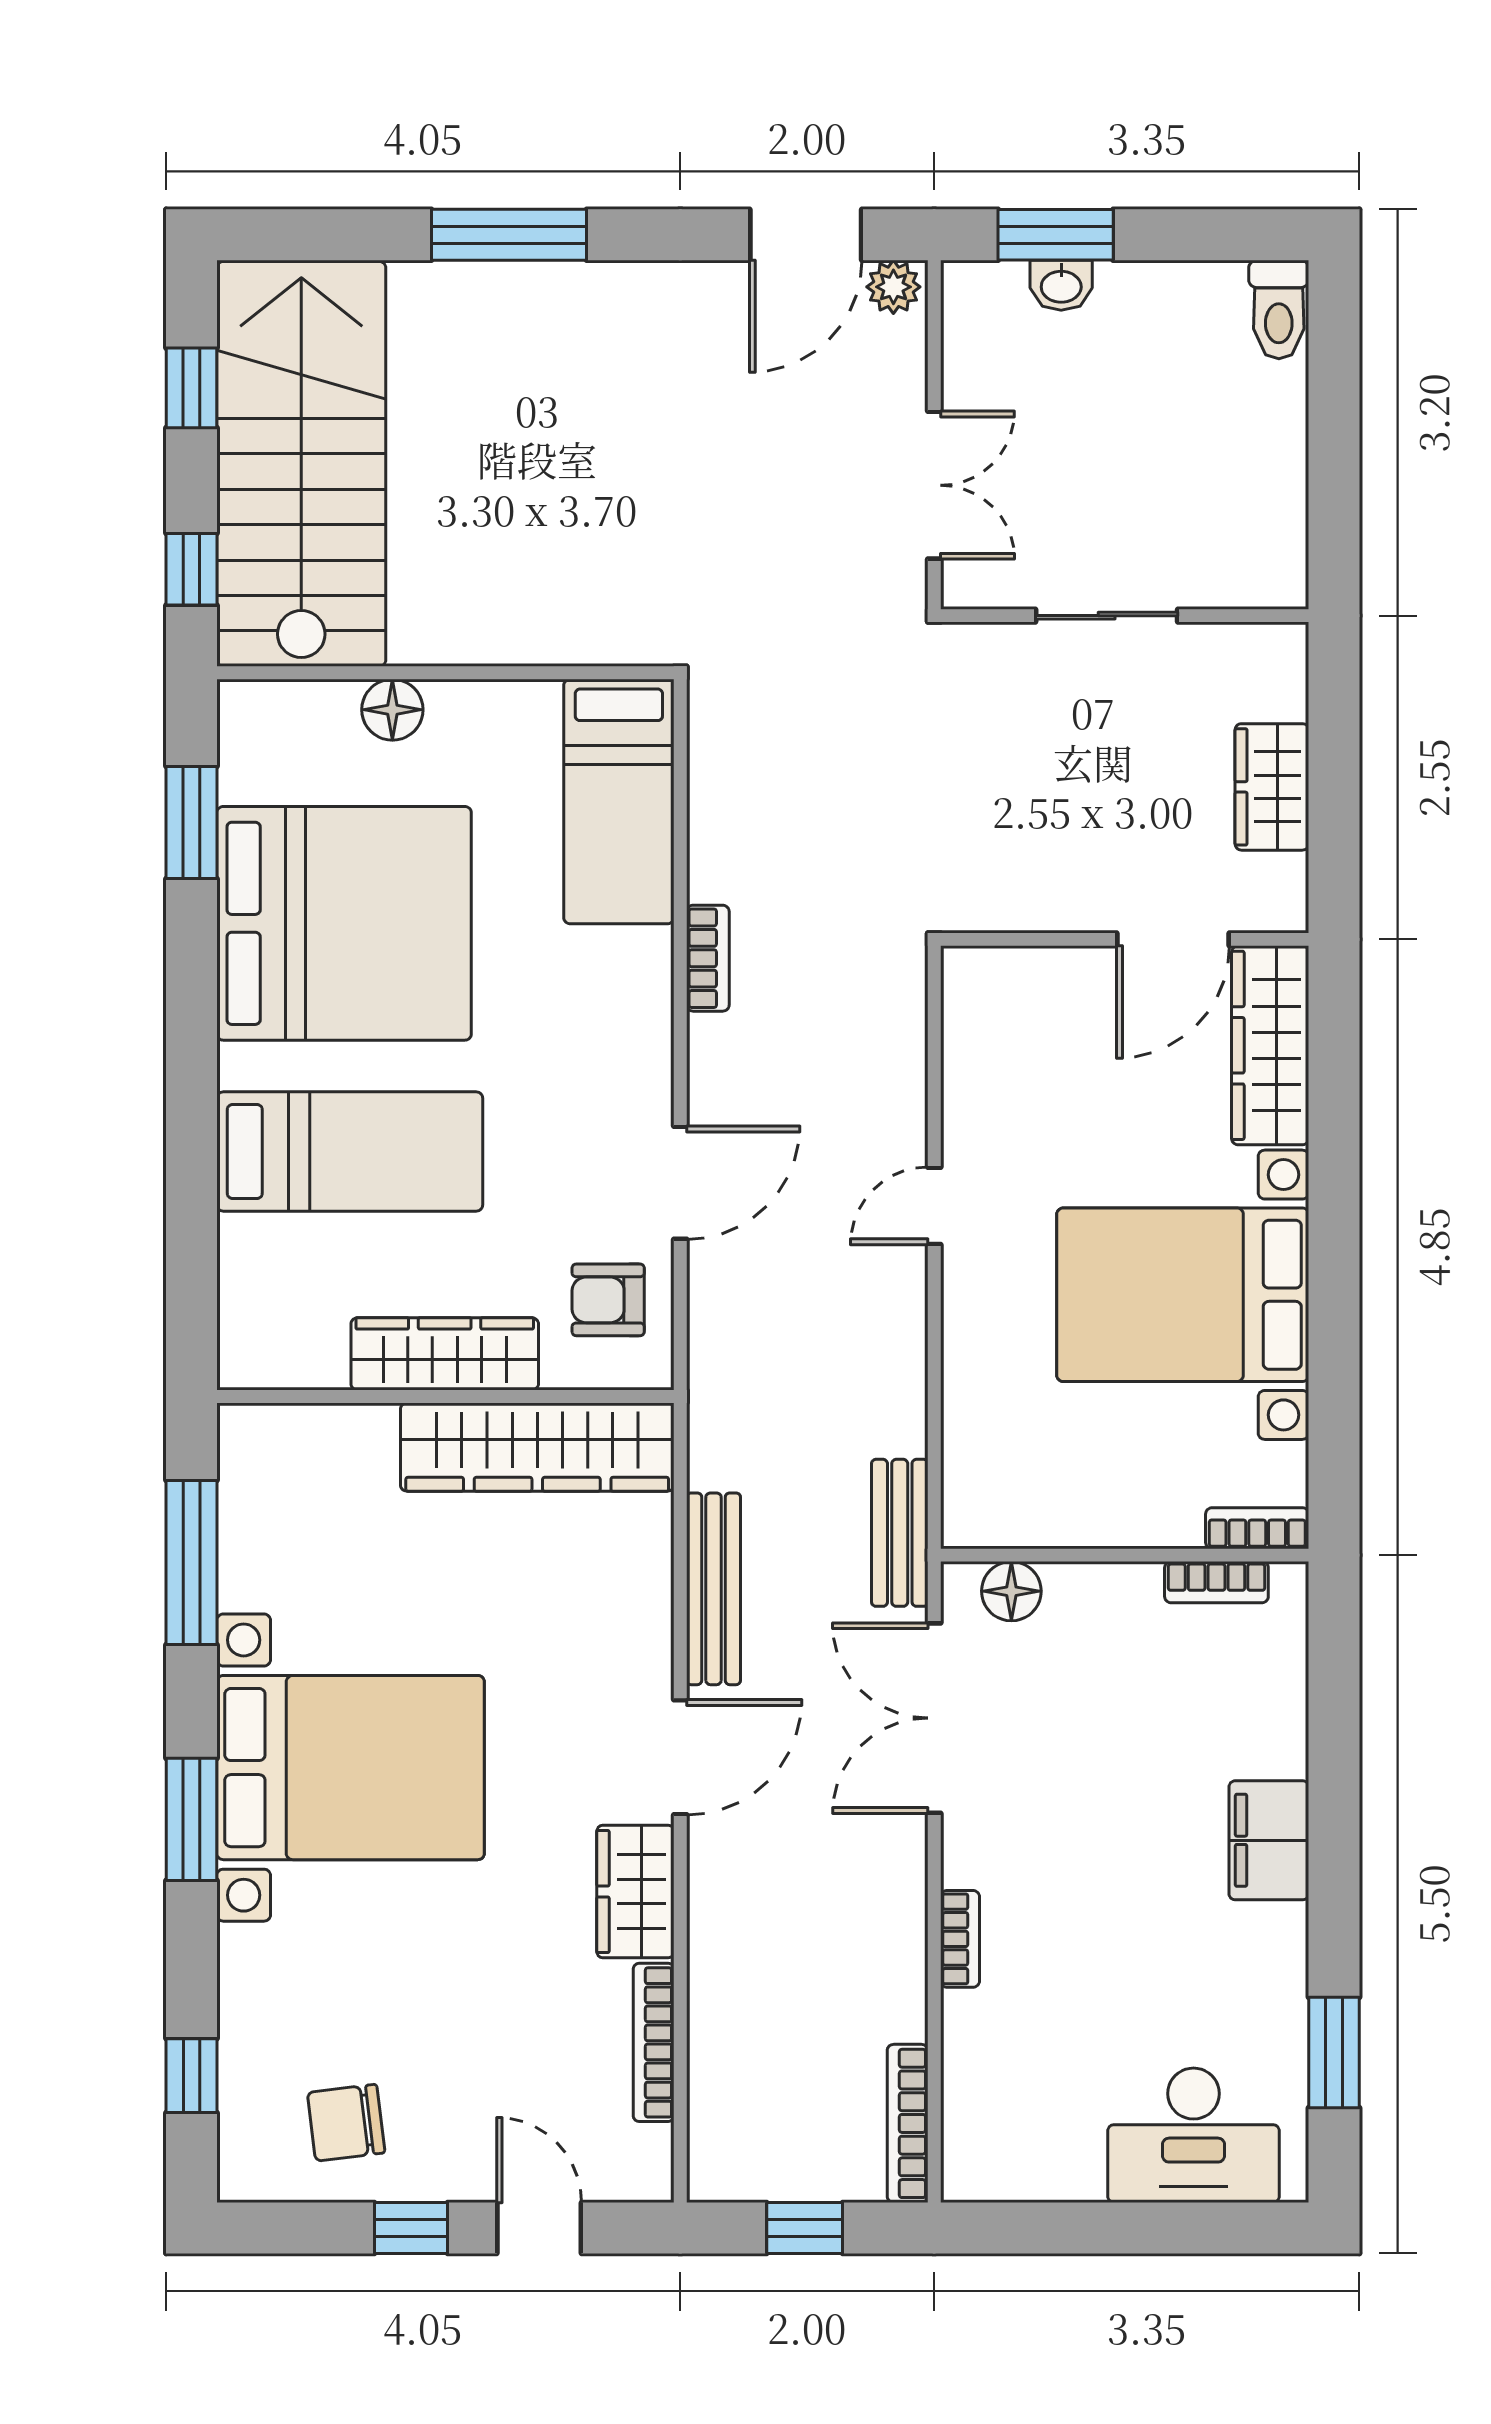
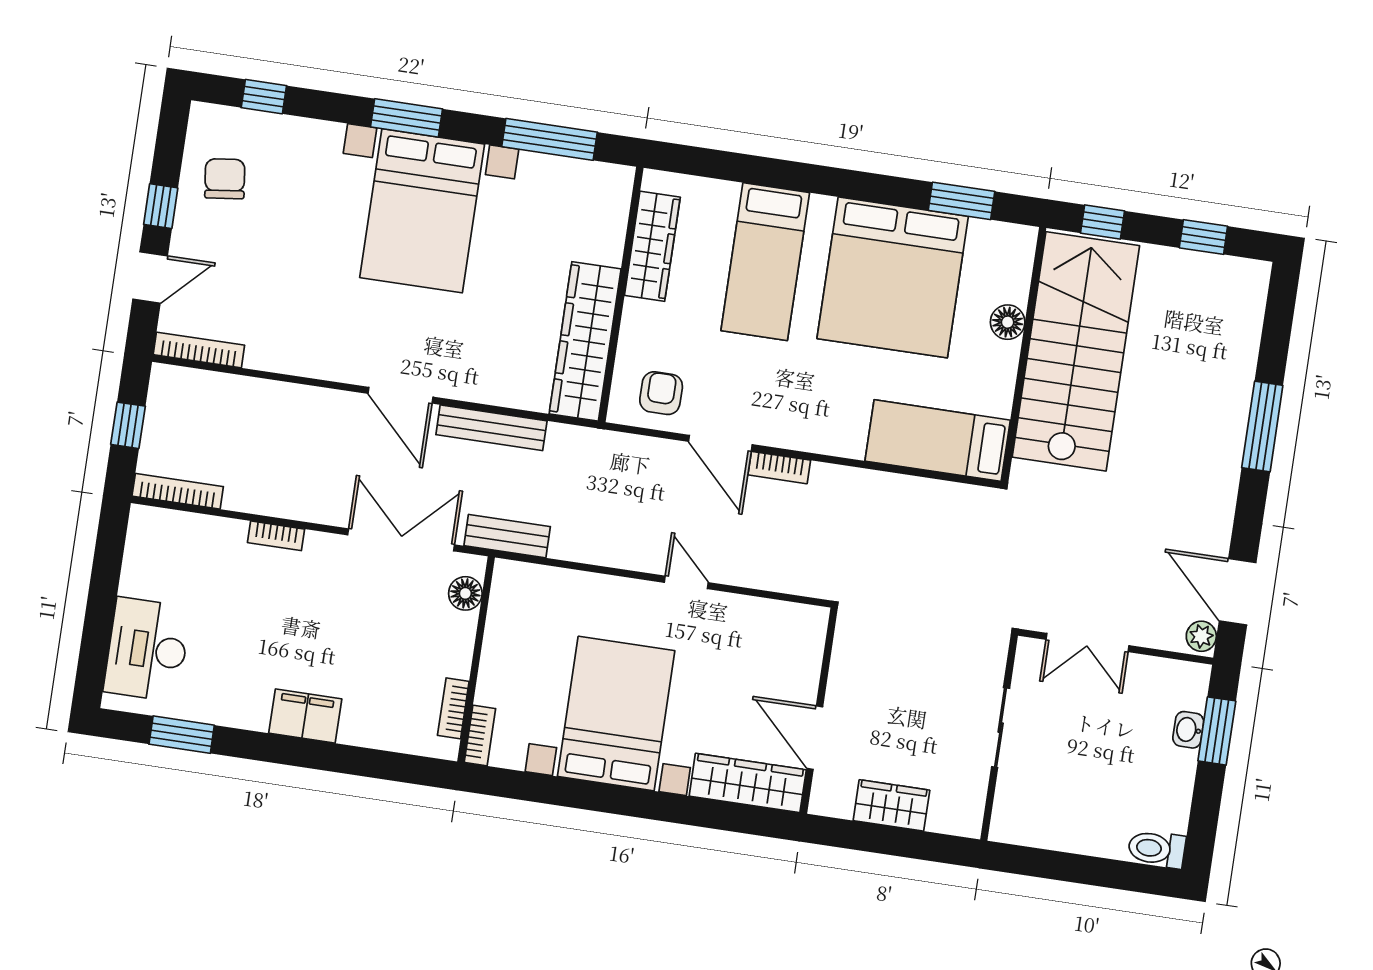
stairs: (301, 464) -> (1076, 351), moved, turned -90
bookcase: (708, 958) -> (779, 468), moved
wardrobe: (445, 1354) -> (652, 246), moved
wardrobe: (635, 1891) -> (329, 359), removed
bookcase: (654, 2042) -> (199, 350), moved

